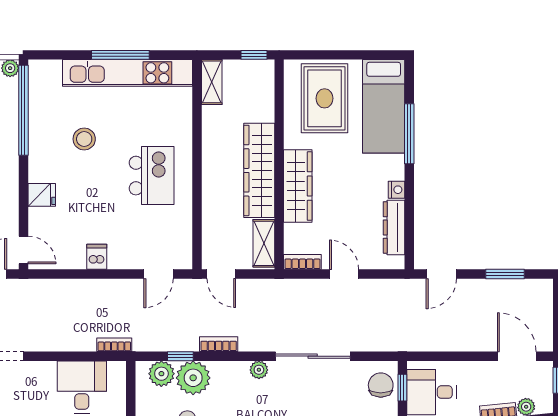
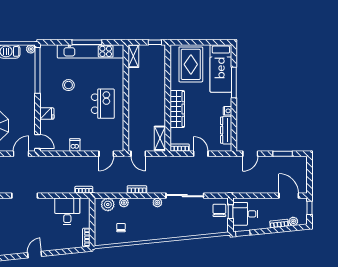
wardrobe: (259, 170) -> (158, 101), removed
window: (180, 356) -> (117, 196), removed
plant: (193, 378) -> (124, 203), width x0.53, depth x0.53

